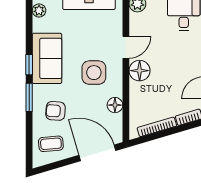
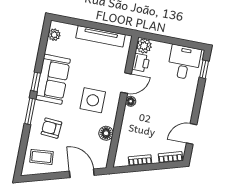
printer: (137, 22) -> (141, 63), added
floor lamp: (140, 71) -> (131, 101), width x0.53, depth x0.53
bookcase: (157, 127) -> (140, 160), width x0.64
door: (97, 153) -> (82, 173), width x0.73

